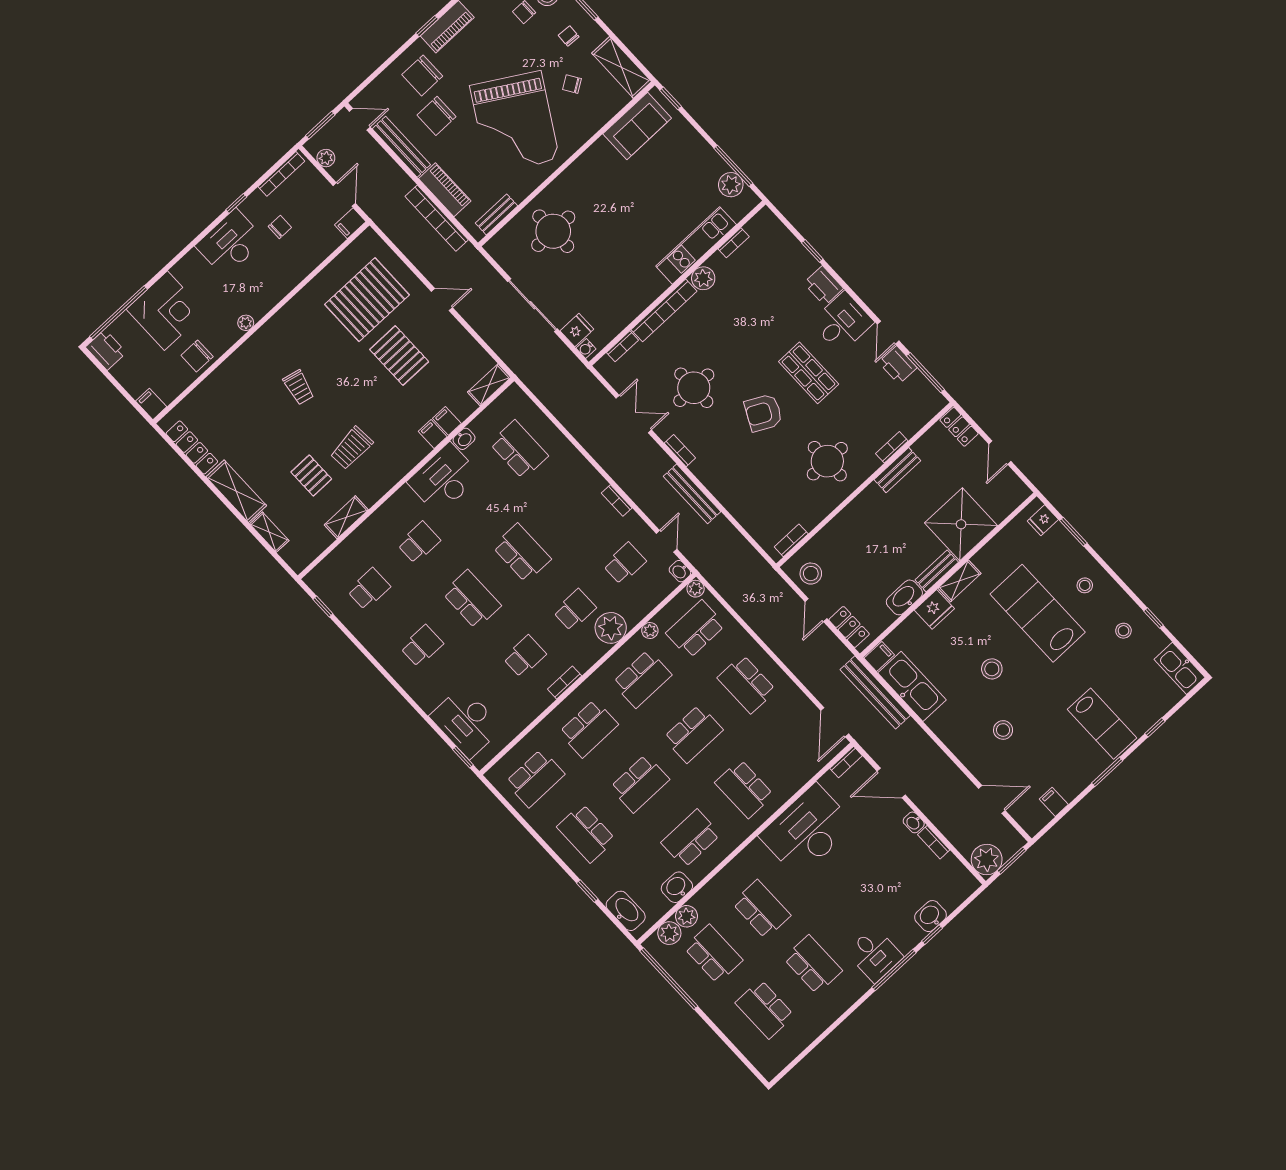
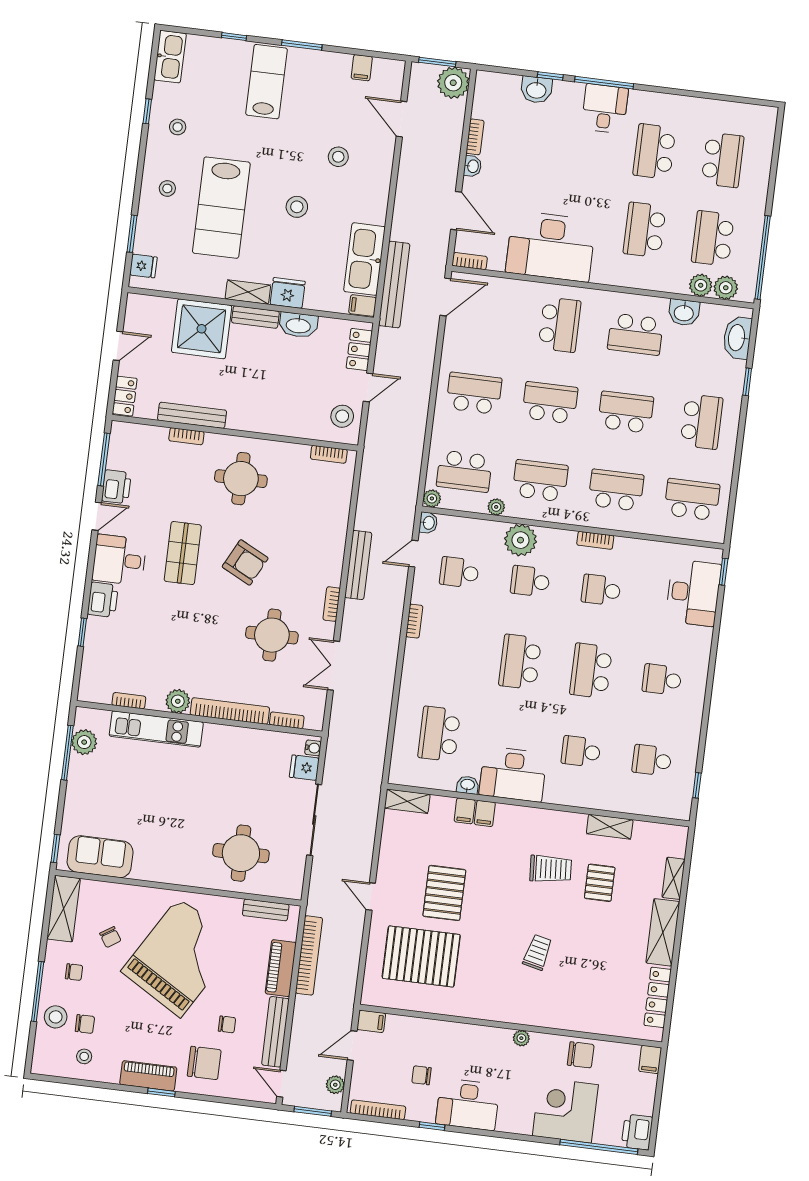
chair: (569, 36) -> (74, 972), turned -93
chair: (437, 116) -> (227, 1024), width x0.54, depth x0.54
bench: (897, 470) -> (192, 415), width x1.36
school desk: (747, 684) -> (474, 393), turned -90

